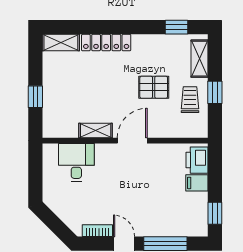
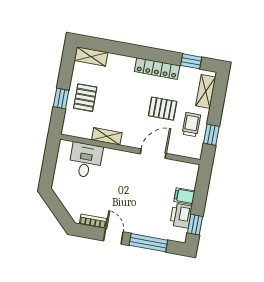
locker: (106, 43) -> (157, 69), moved
pallet: (63, 91) -> (85, 98), added
window: (215, 92) -> (211, 135), moved
door: (132, 141) -> (153, 154), moved
printer: (197, 160) -> (181, 216), moved

